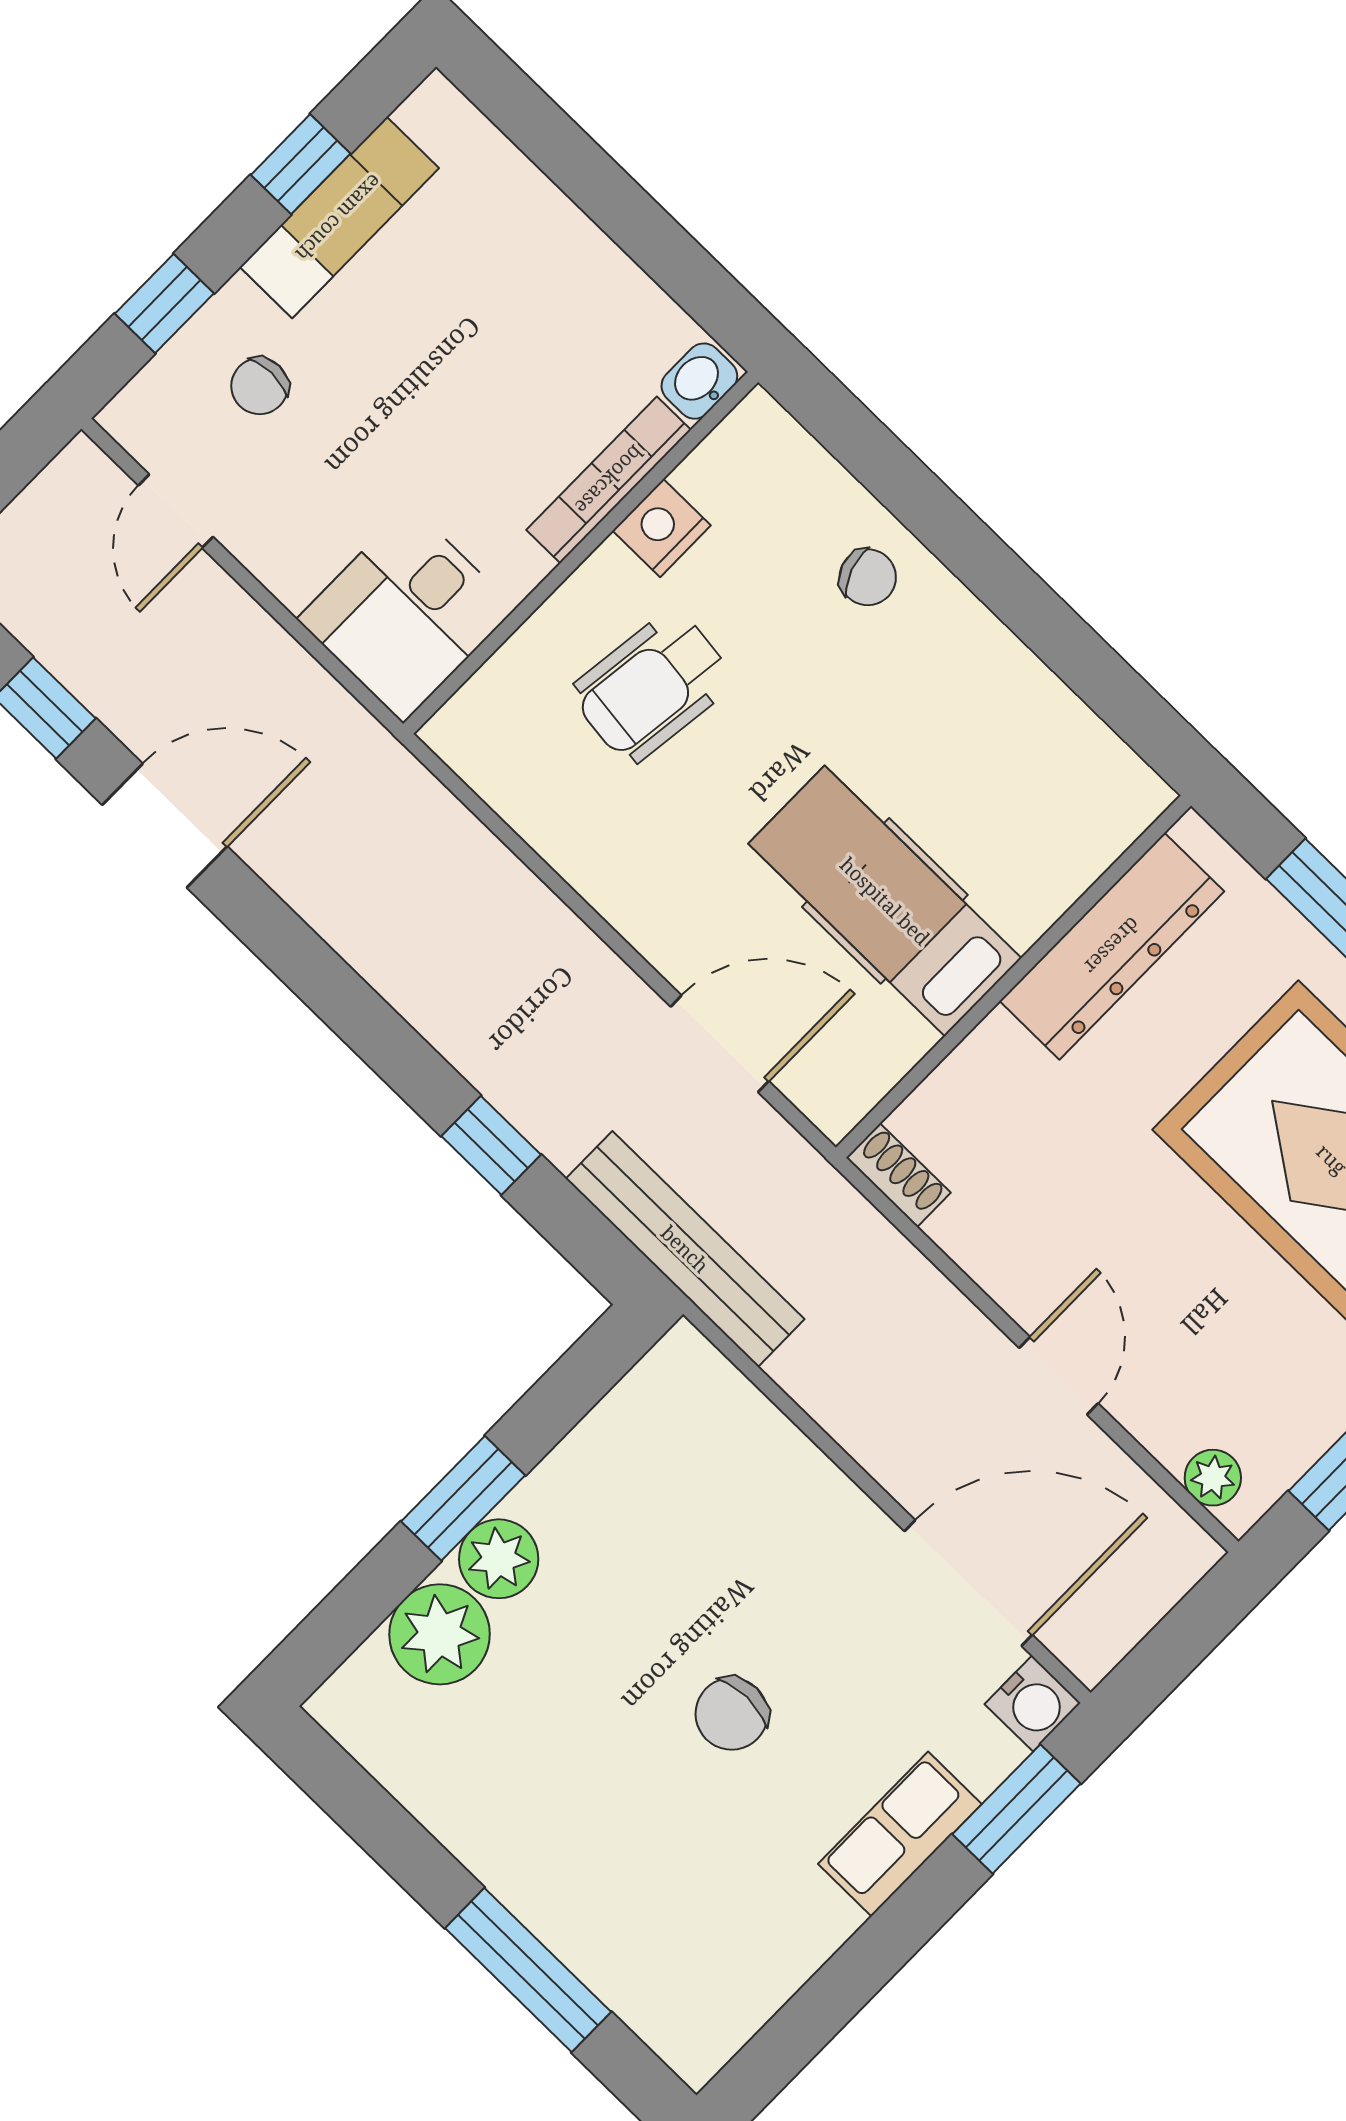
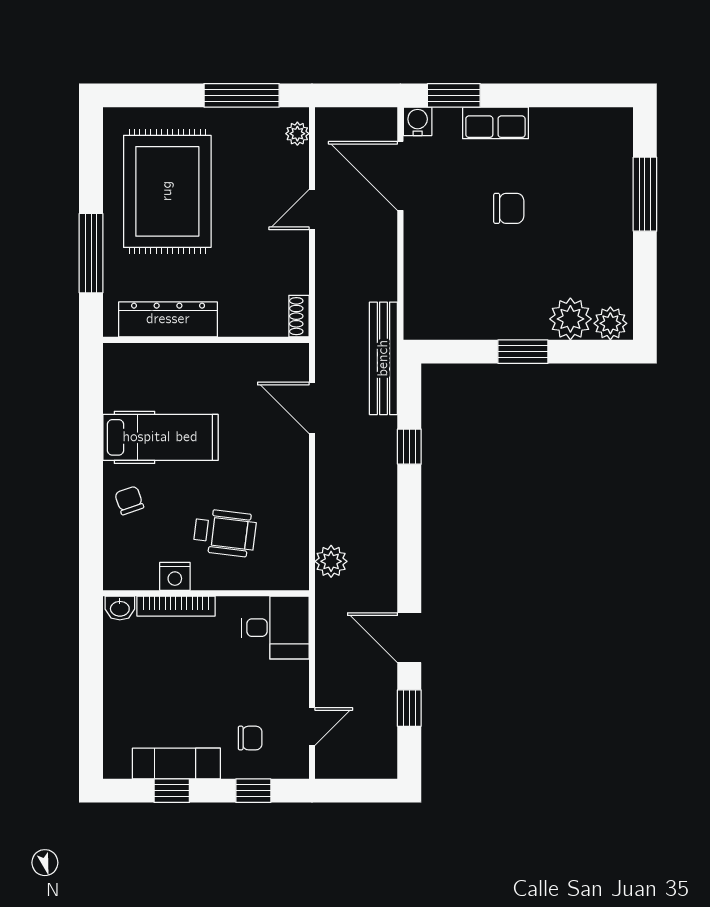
plant: (426, 820) -> (331, 561), added
hospital bed: (885, 901) -> (160, 437), moved, turned -90
plant: (499, 1559) -> (610, 323), moved

